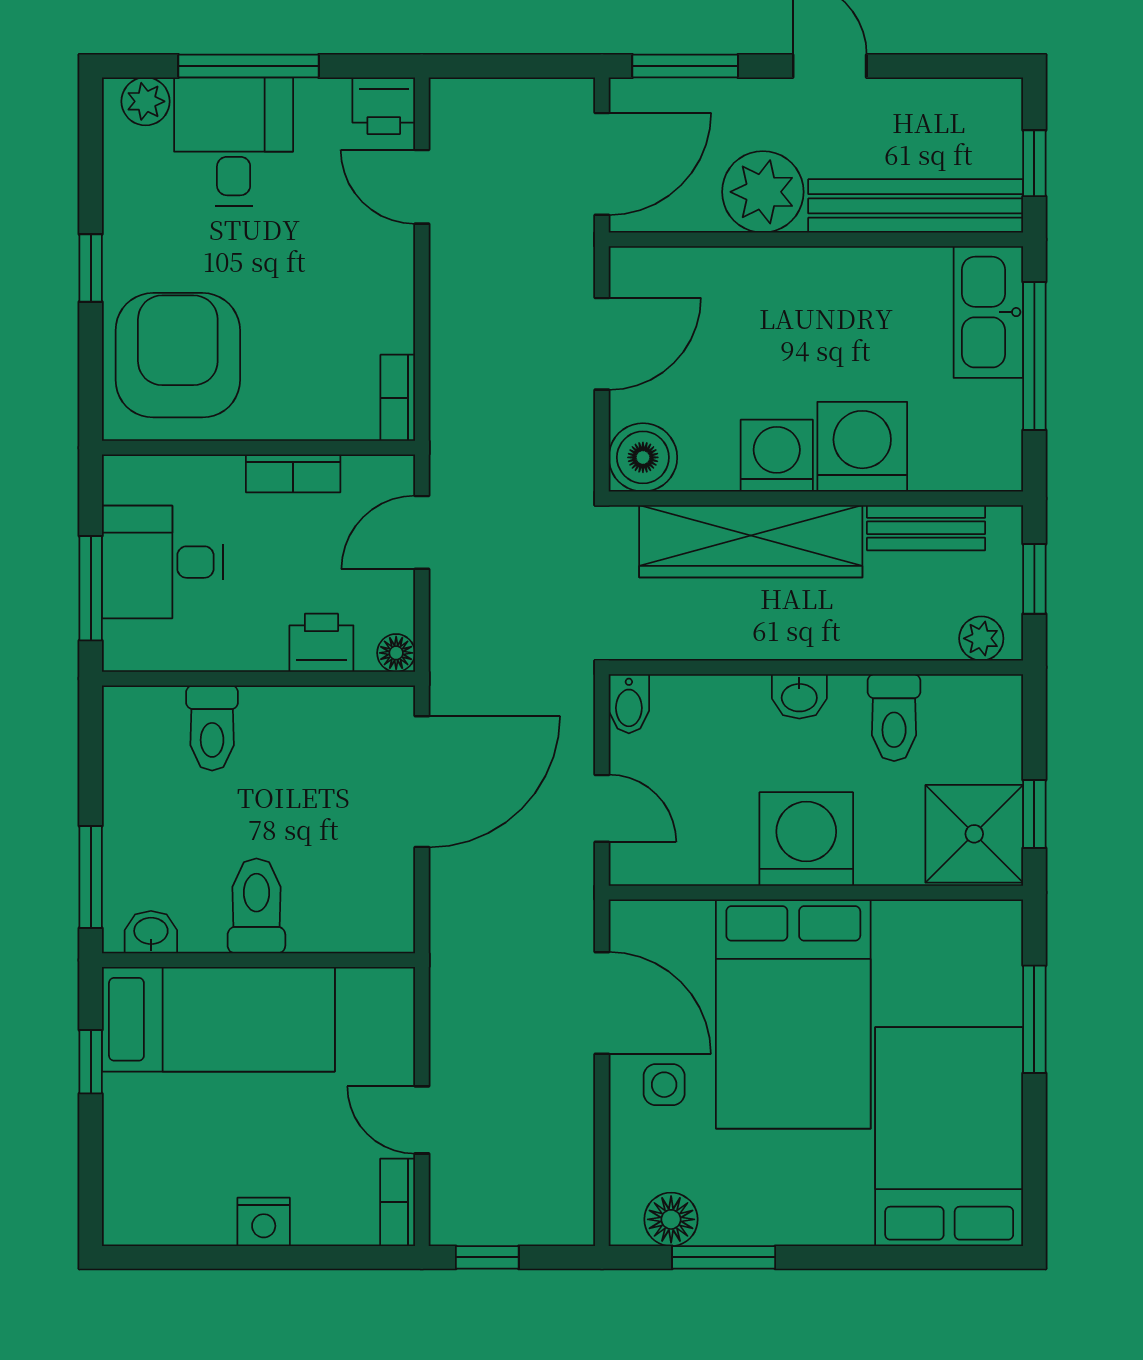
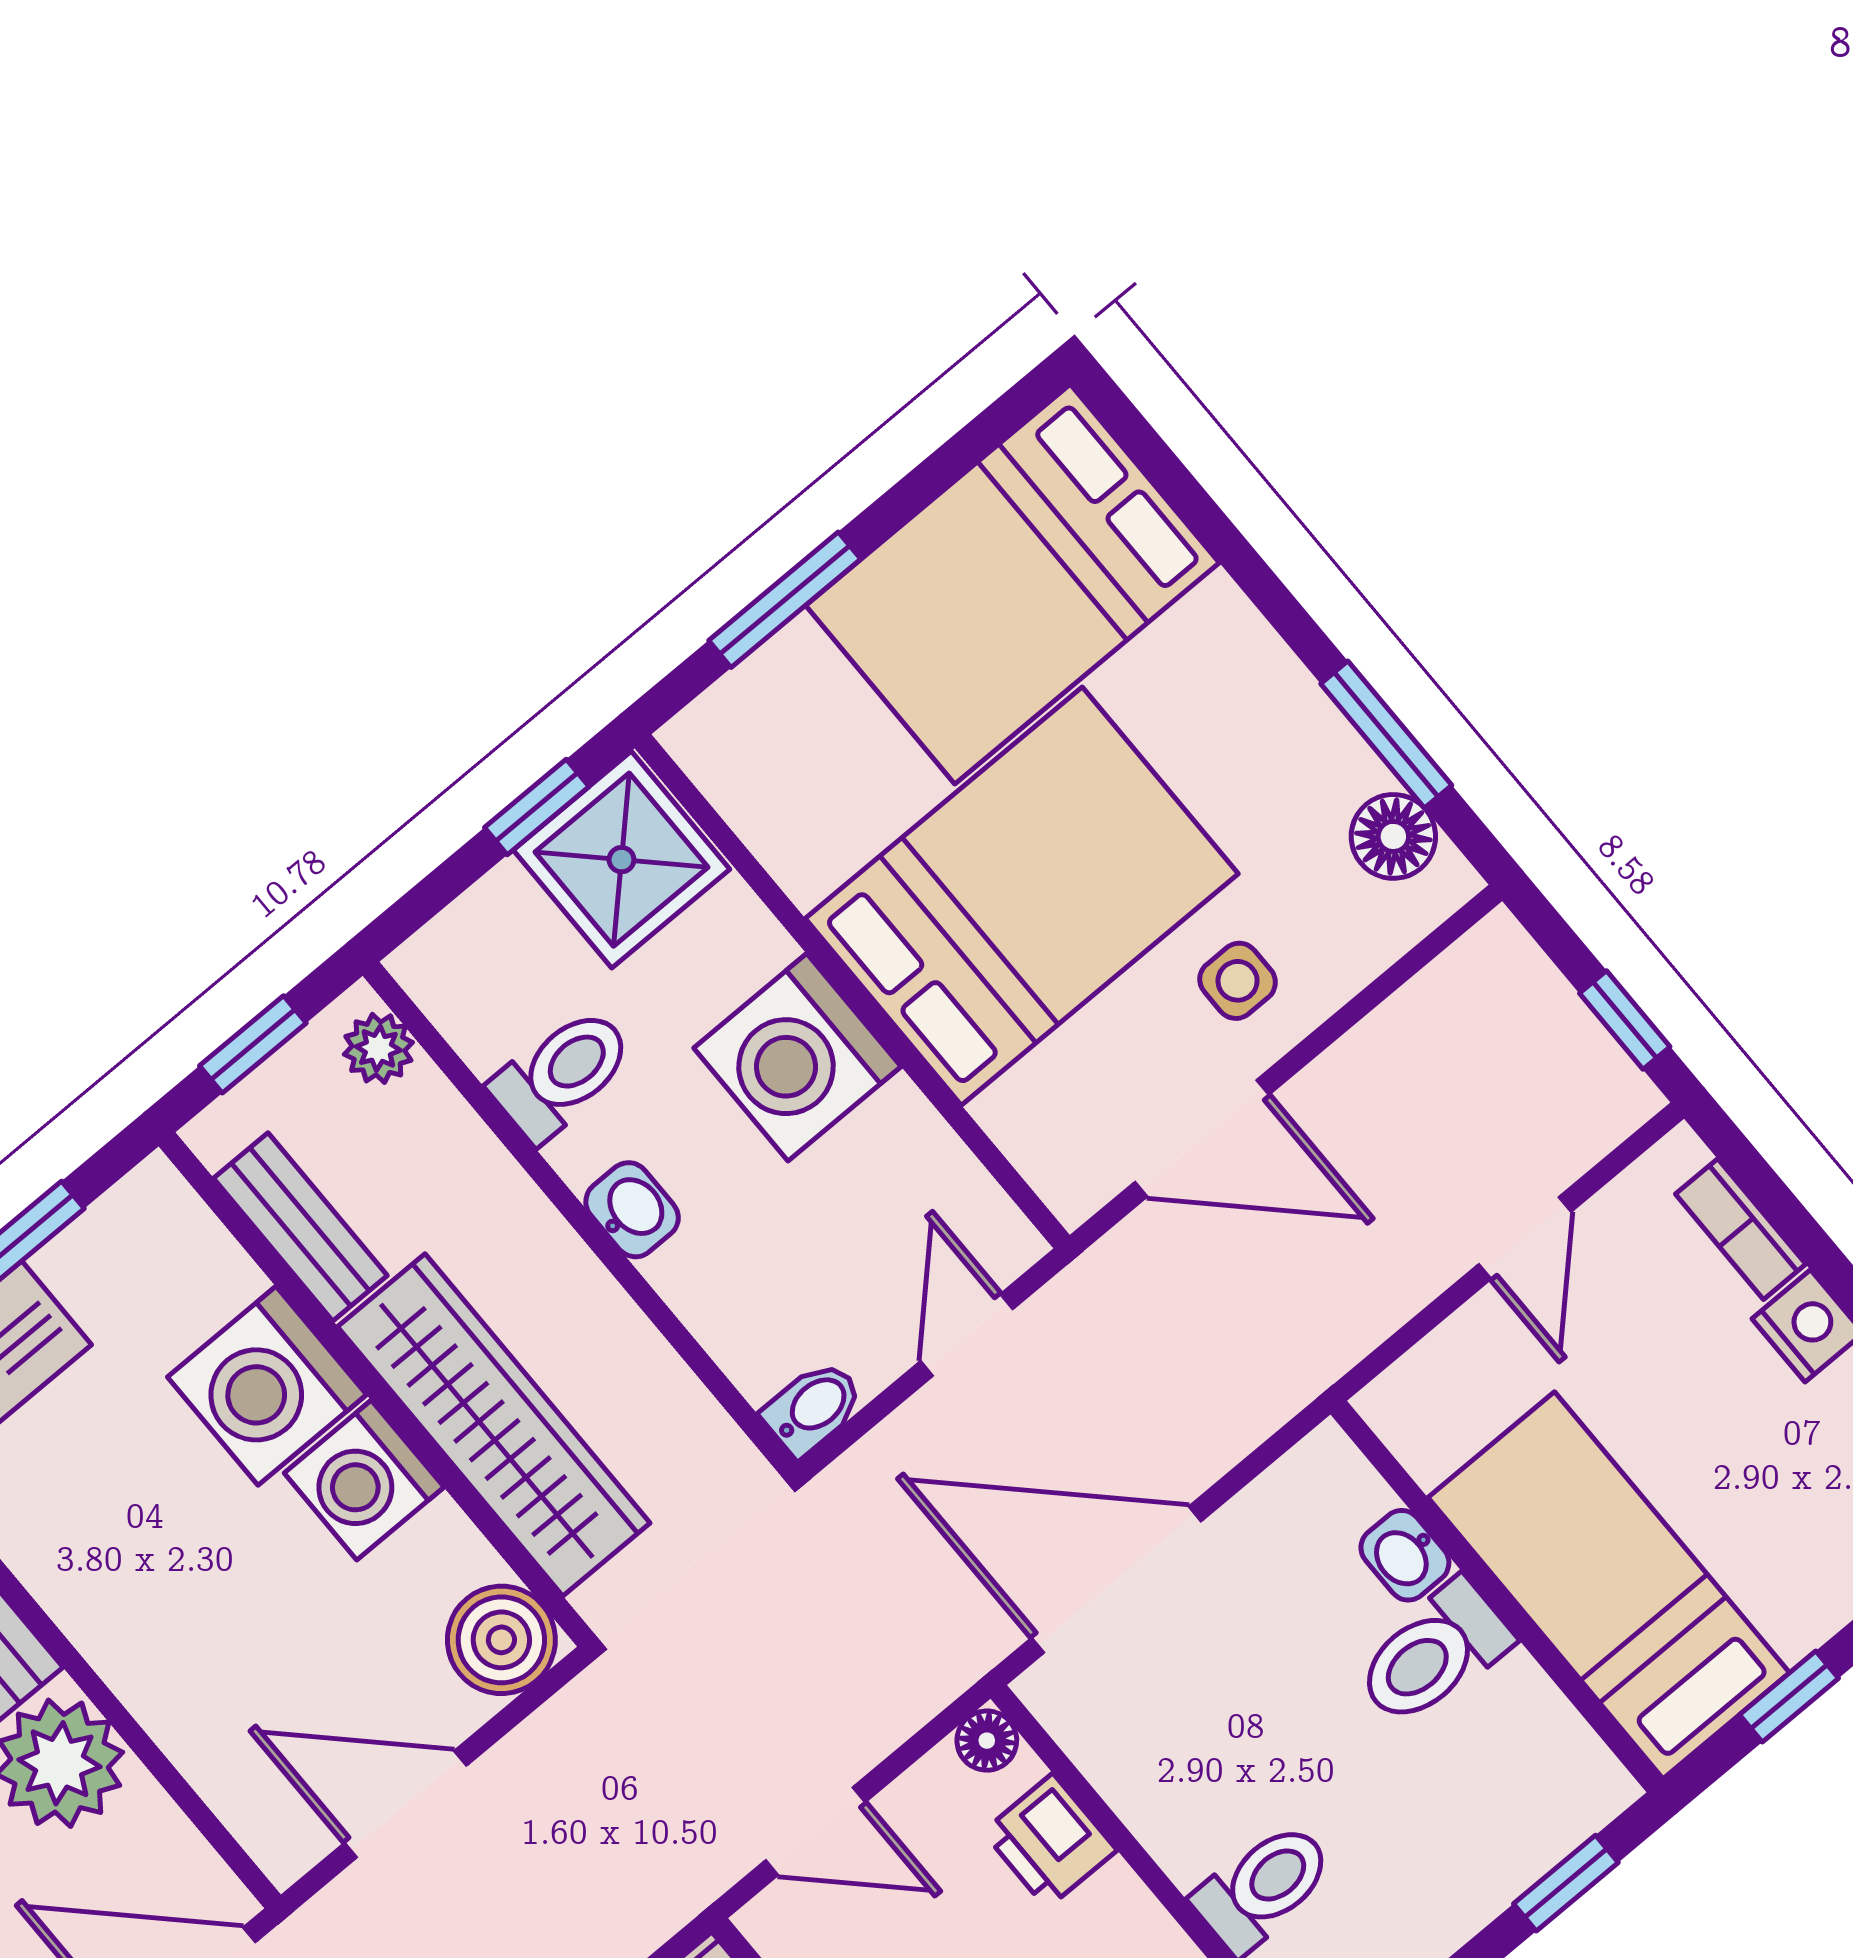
window: (91, 877) -> (1566, 1883), width x0.67
washbasin: (151, 932) -> (1405, 1555), moved
door: (602, 1003) -> (1202, 1138), swing flipped
bookcase: (398, 1202) -> (1741, 1229), moved, turned 90

